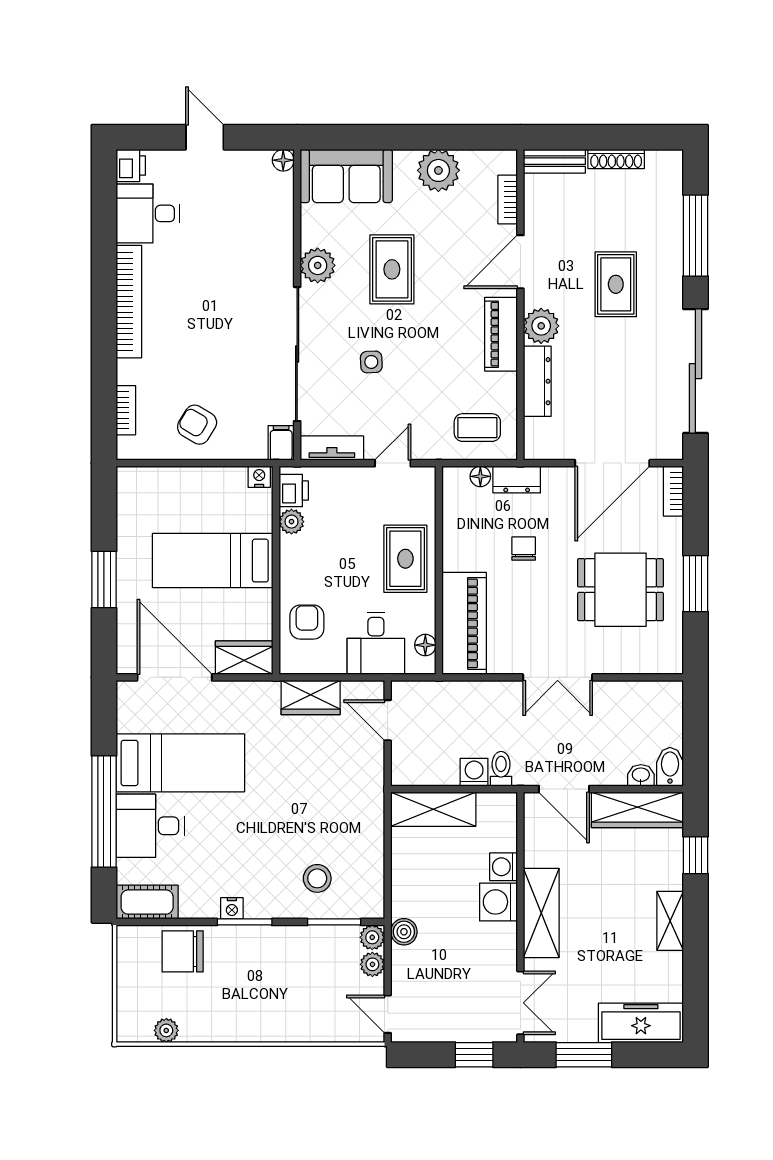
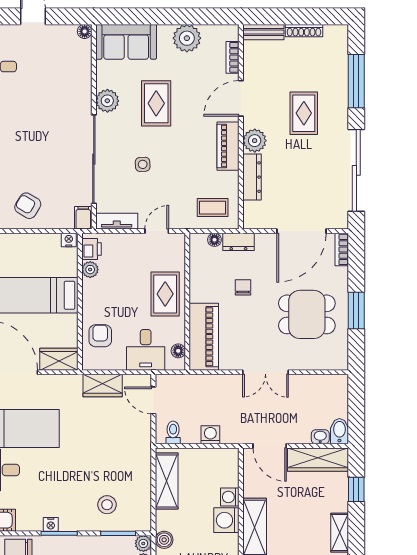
toilet: (501, 769) -> (173, 432), moved
shelving: (433, 809) -> (167, 481), moved, turned 90

